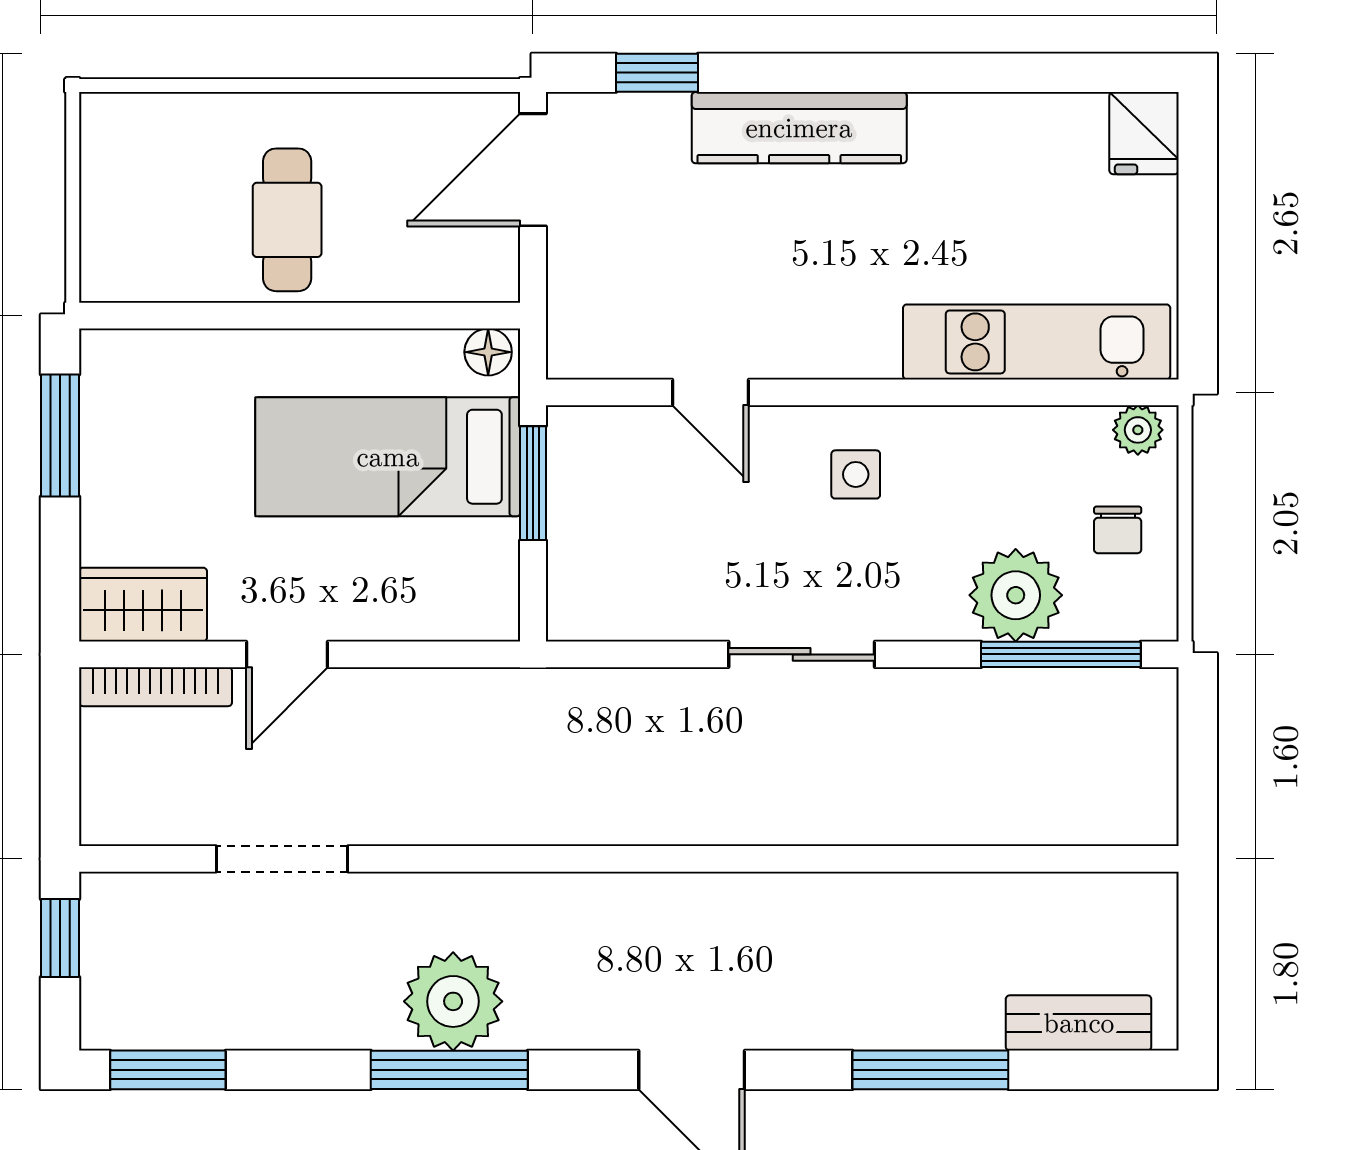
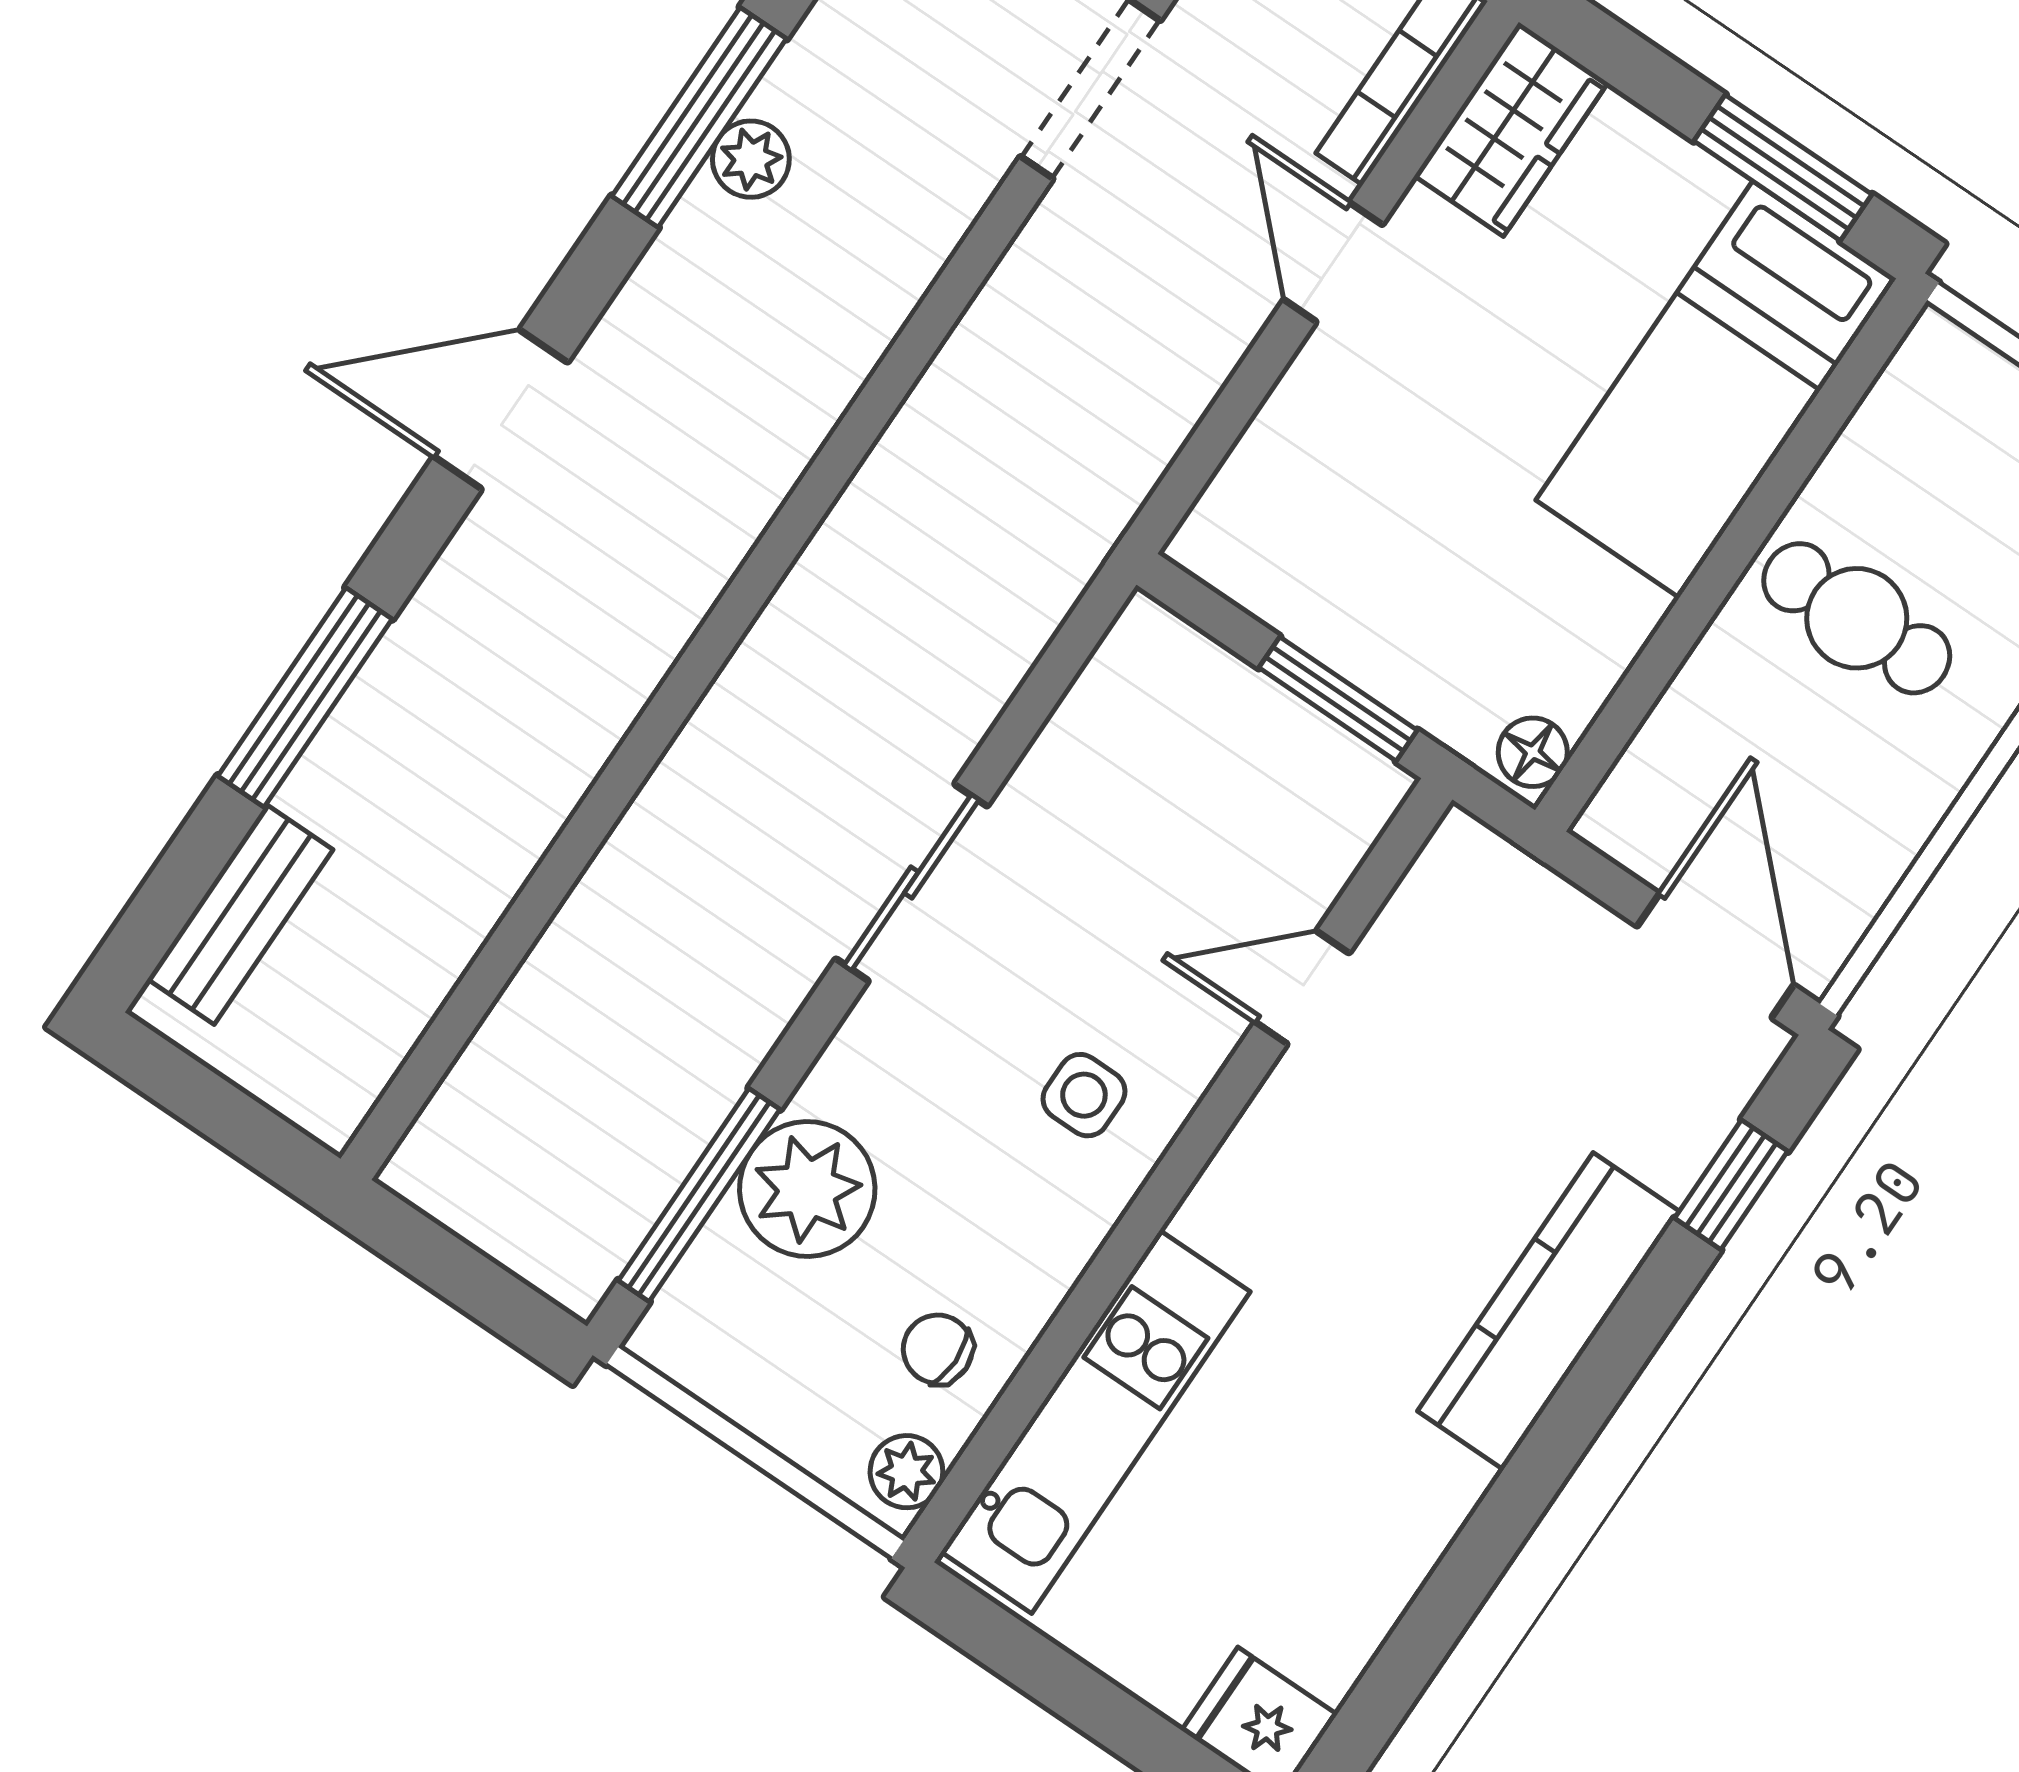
bed: (388, 457) -> (1716, 389), moved, turned 180
chair: (1118, 530) -> (938, 1349), moved
plant: (453, 1001) -> (751, 159), width x0.53, depth x0.53

